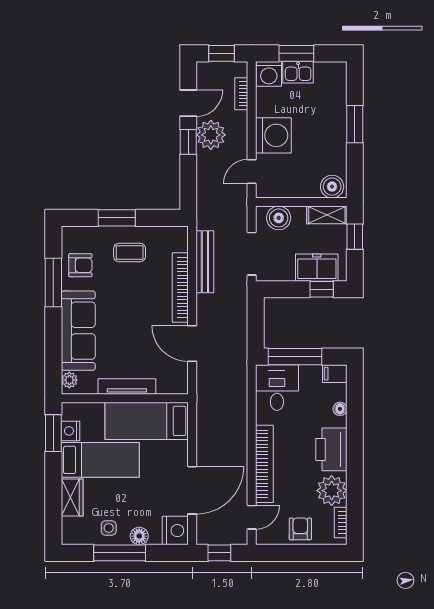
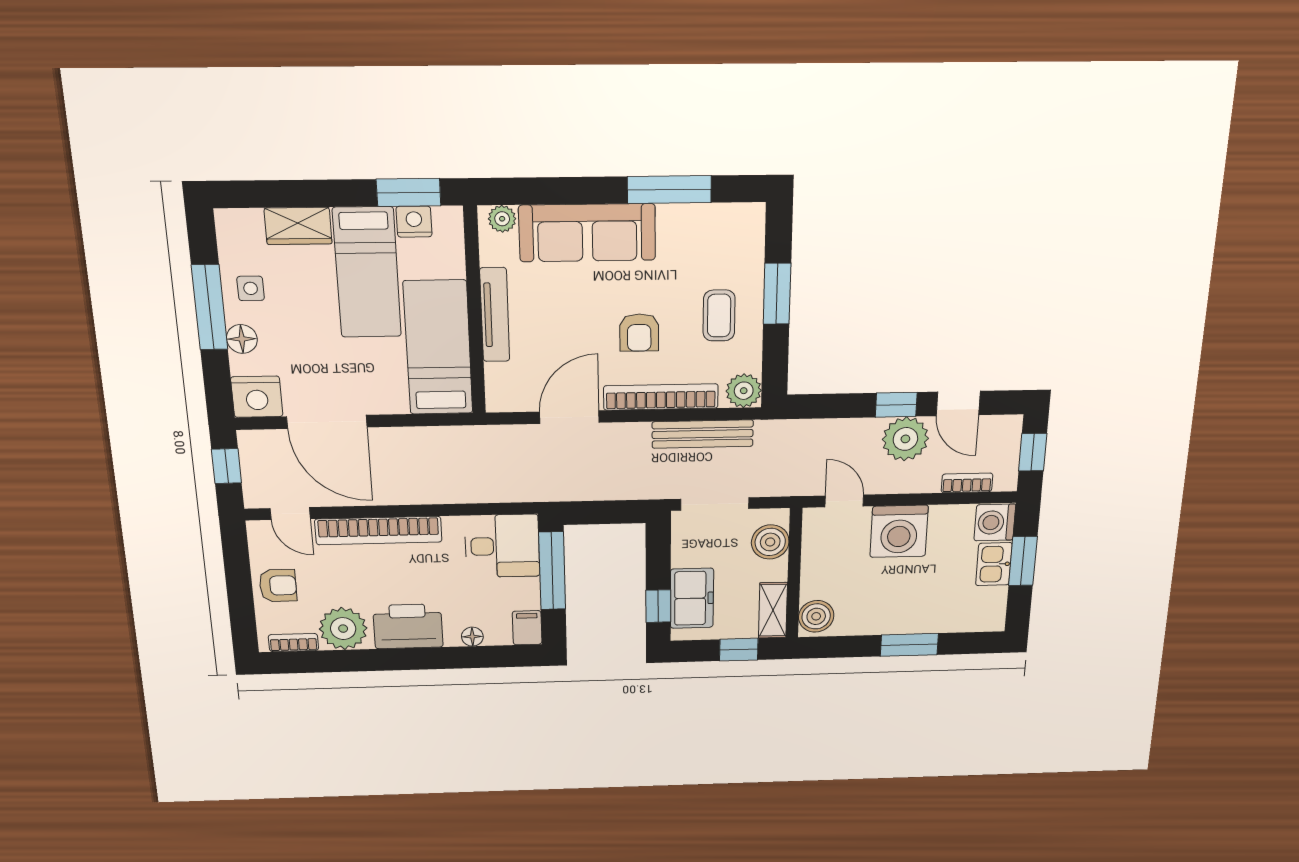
plant: (177, 237) -> (744, 391), added
armchair: (80, 265) -> (639, 333), moved

